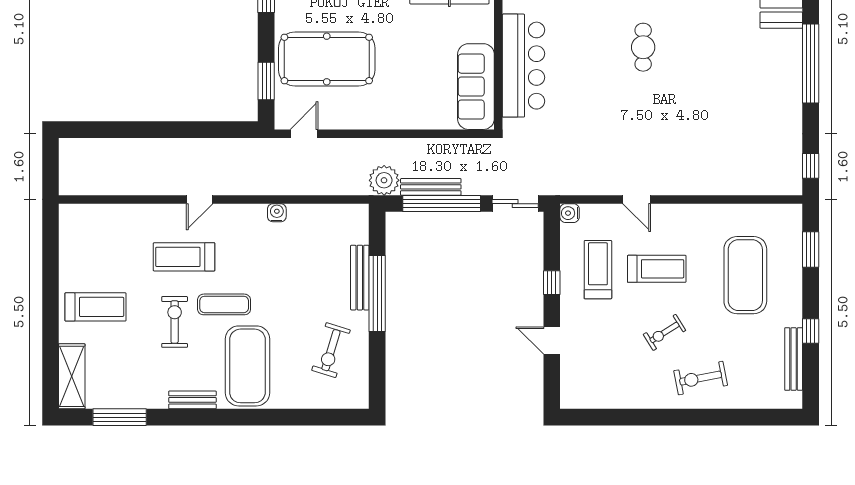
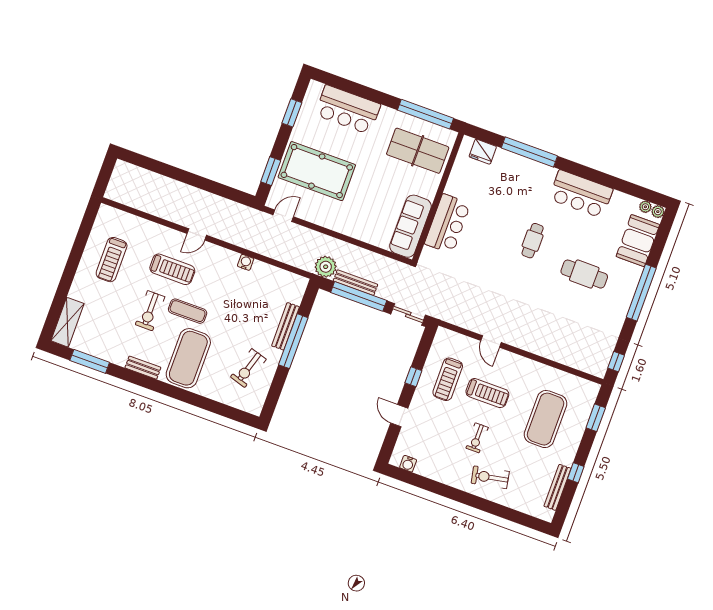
bar counter: (523, 66) -> (448, 224), width x0.73
cafe table: (727, 66) -> (584, 274), added
water cooler: (570, 213) -> (408, 464), moved, turned -90
treadmill: (184, 257) -> (172, 269), turned 180
treadmill: (598, 270) -> (448, 379), turned 180
treadmill: (95, 307) -> (112, 260), moved, turned 90
exercise bike: (175, 322) -> (150, 311), turned 180
exercise bike: (665, 332) -> (477, 438), turned -58

